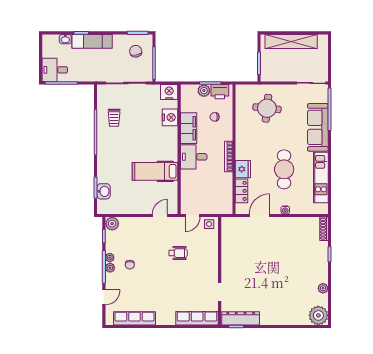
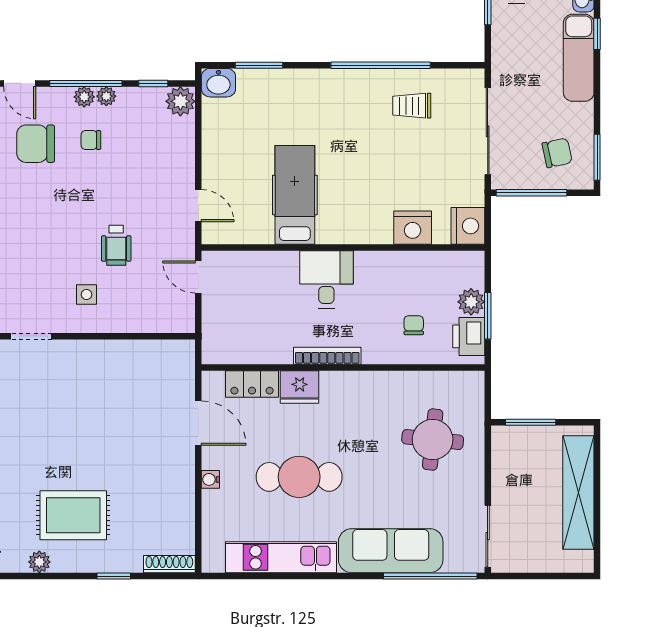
filing cabinet: (189, 128) -> (389, 268), removed
washbasin: (104, 191) -> (218, 83), moved
side table: (209, 224) -> (87, 295), moved
rug: (302, 273) -> (73, 515), added
chair: (131, 290) -> (36, 144), added

